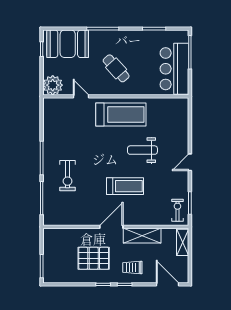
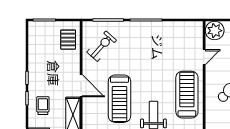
treadmill: (121, 115) -> (187, 95), turned 180
exercise bike: (68, 176) -> (102, 46), moved, turned 132
treadmill: (125, 186) -> (119, 99), width x1.37, depth x1.38
pallet: (94, 258) -> (68, 40), moved, width x0.67, depth x0.71

